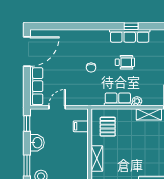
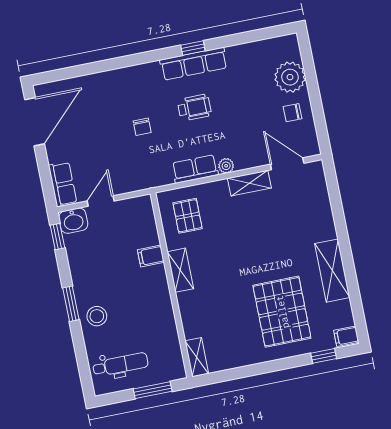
row of seats: (36, 86) -> (63, 184), width x0.68
filing cabinet: (81, 126) -> (151, 256), moved
washbasin: (37, 143) -> (73, 221), moved, turned 90

